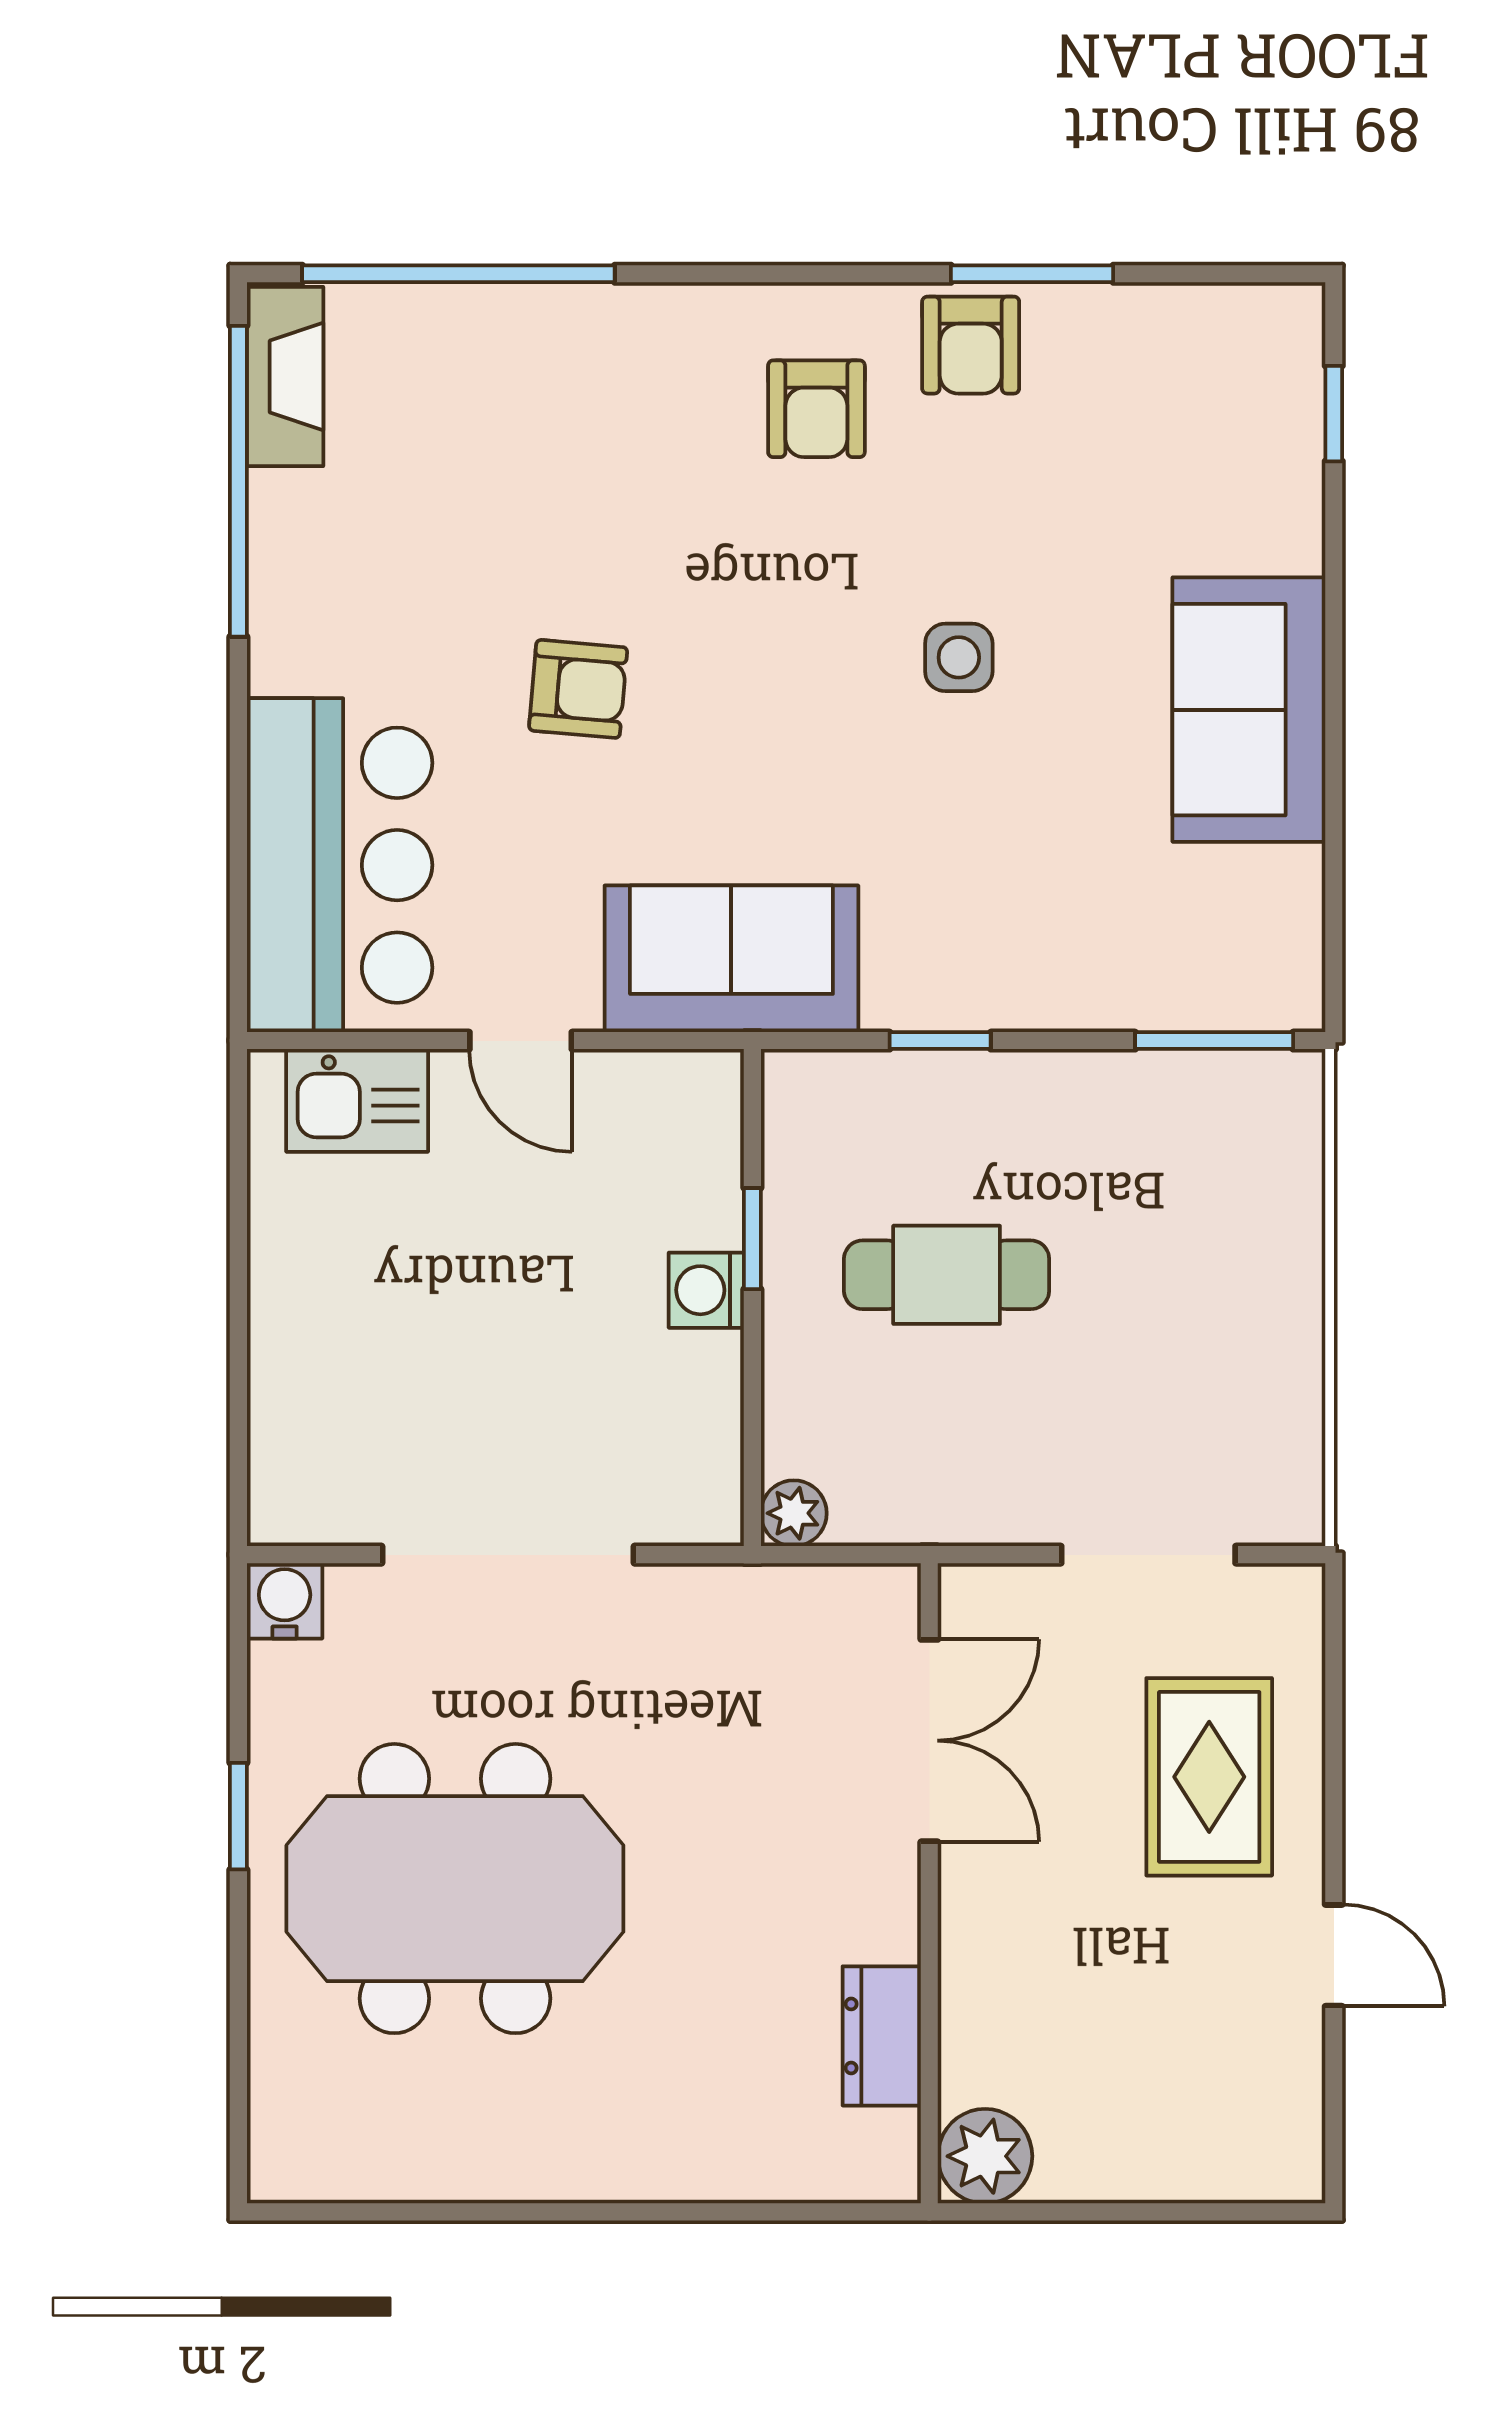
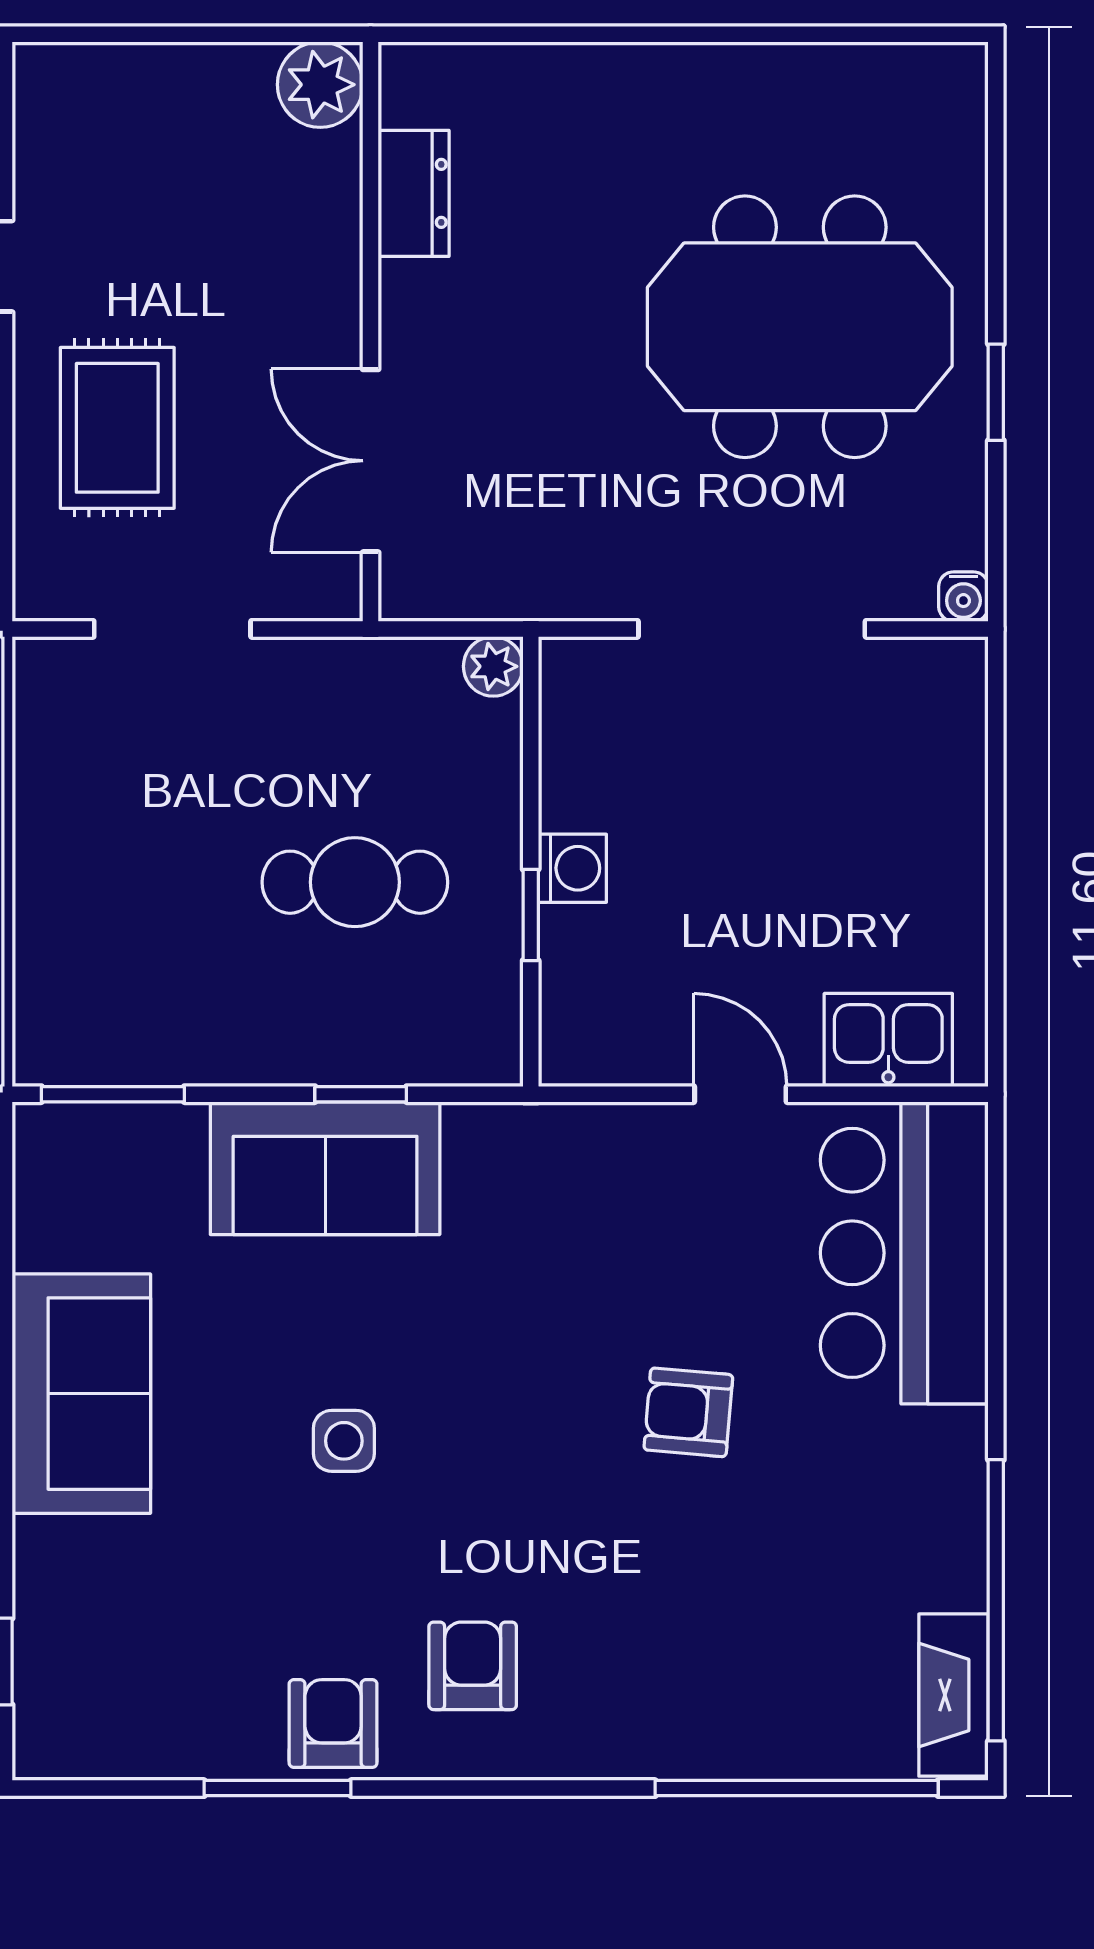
sofa: (731, 959) -> (325, 1168), moved
water cooler: (285, 1601) -> (963, 597), width x0.72, depth x0.72

